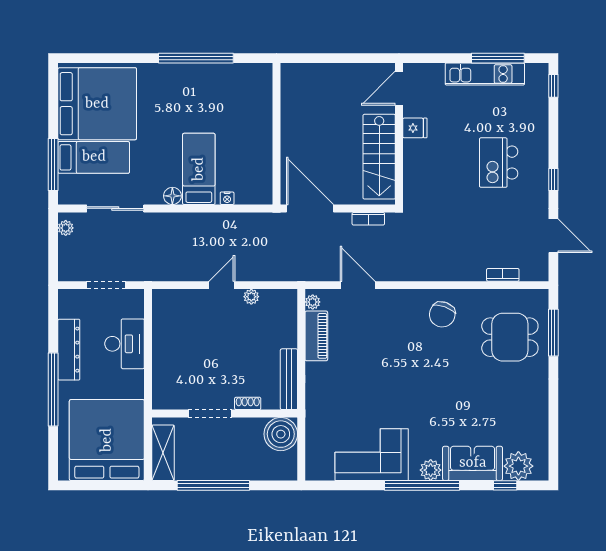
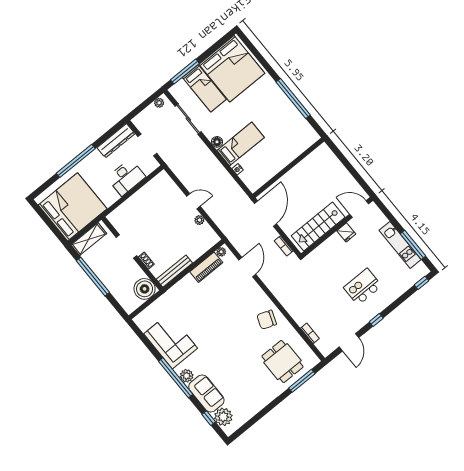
dresser: (69, 350) -> (116, 141), moved

